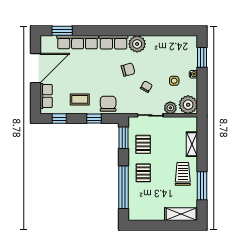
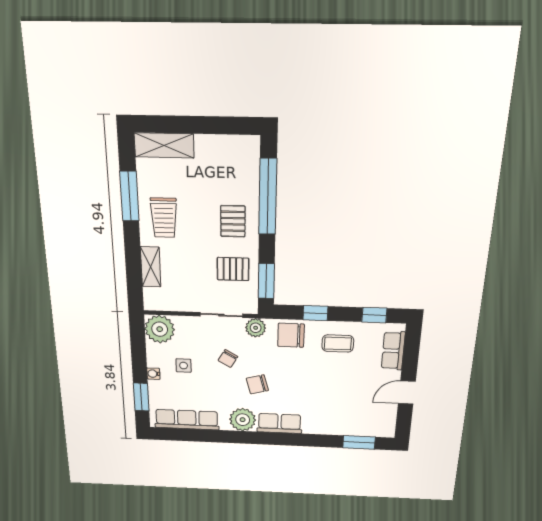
row of seats: (78, 42) -> (187, 420), moved
door: (35, 68) -> (407, 392), width x0.53
chair: (108, 104) -> (291, 335), turned 90
plant: (170, 108) -> (256, 328), moved
pallet: (143, 144) -> (233, 269), turned 90

